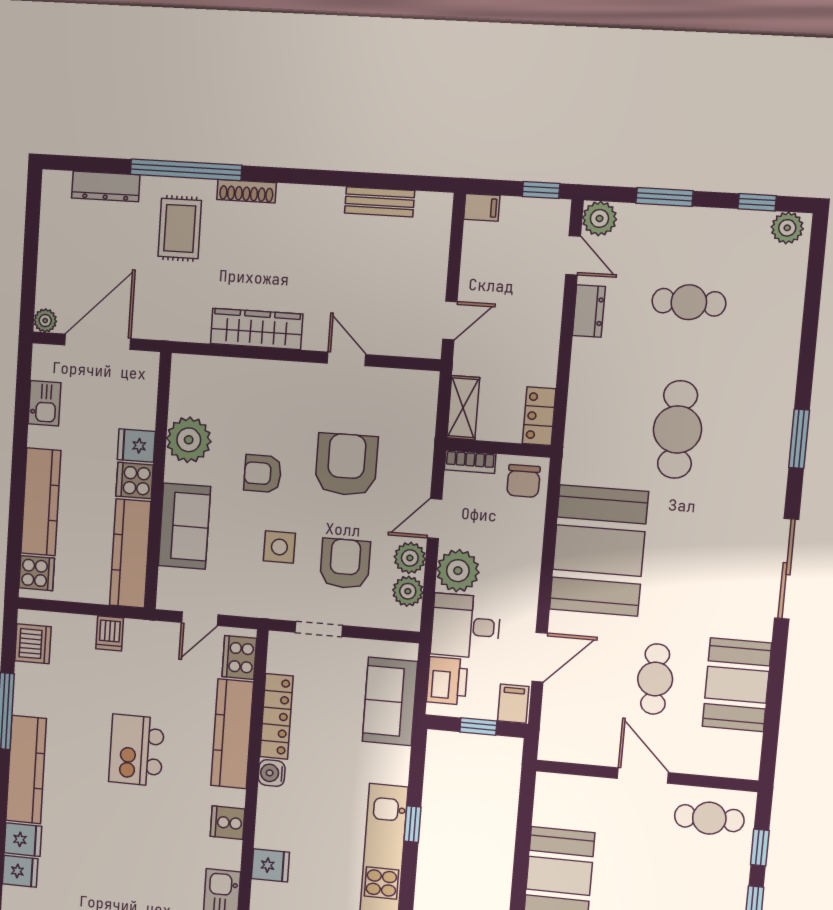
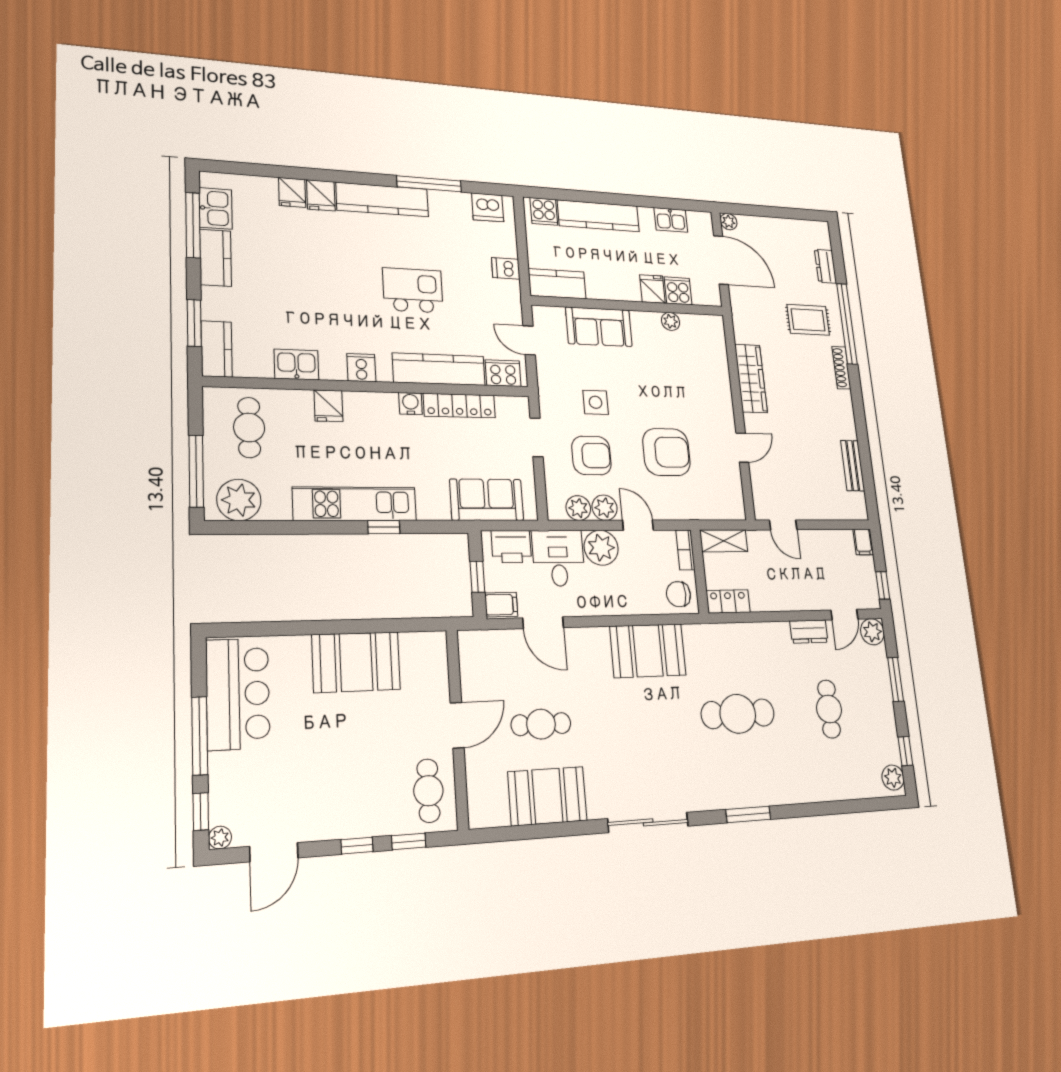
dresser: (106, 186) -> (826, 266), width x0.70
plant: (189, 440) -> (671, 321), width x0.53, depth x0.53
armchair: (263, 474) -> (649, 387), removed
cooker: (135, 481) -> (678, 291), moved
booth: (599, 551) -> (648, 651), width x0.73, depth x0.70
kitchen counter: (130, 553) -> (557, 284), width x0.67

